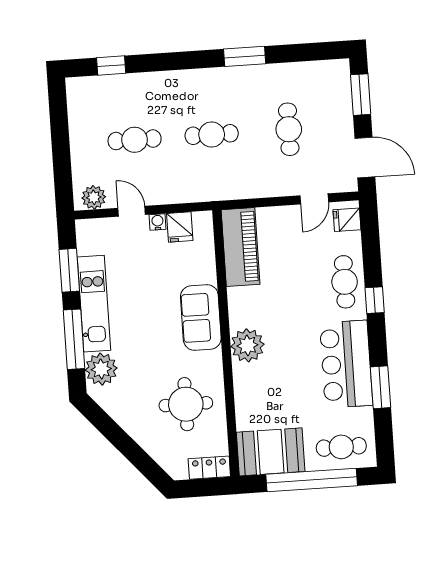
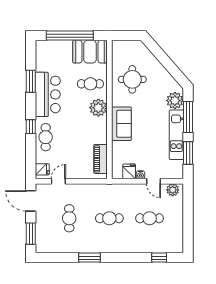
piano: (241, 247) -> (100, 159), width x0.73, depth x0.75
cafe table: (341, 447) -> (90, 84), moved
locker: (209, 468) -> (122, 46), removed

